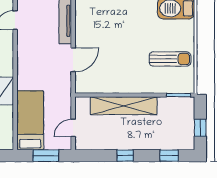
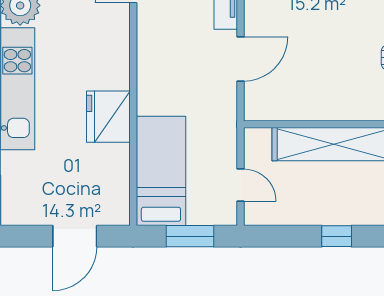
door: (73, 128) -> (240, 185), swing flipped

